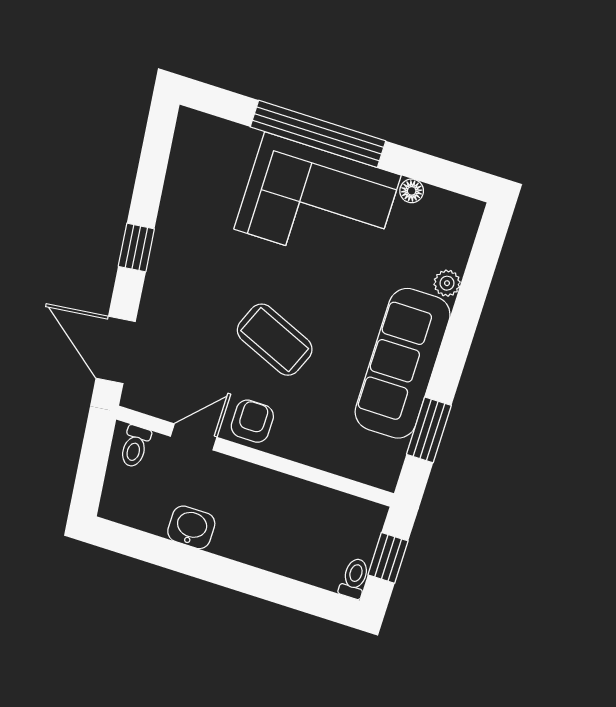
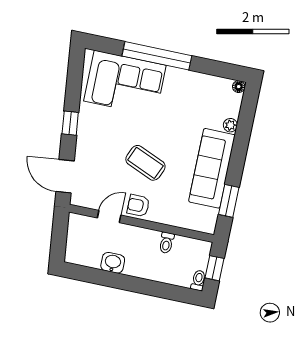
floor lamp: (412, 191) -> (239, 87), moved
corner sofa: (317, 202) -> (125, 83), moved
armchair: (252, 421) -> (138, 206), turned -90
toilet: (135, 446) -> (166, 243), moved

